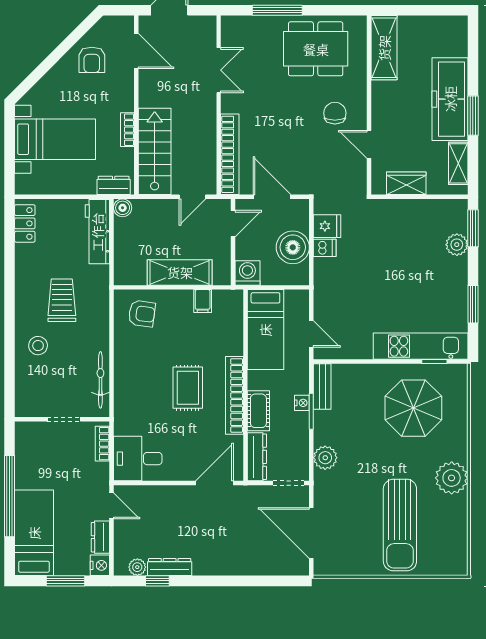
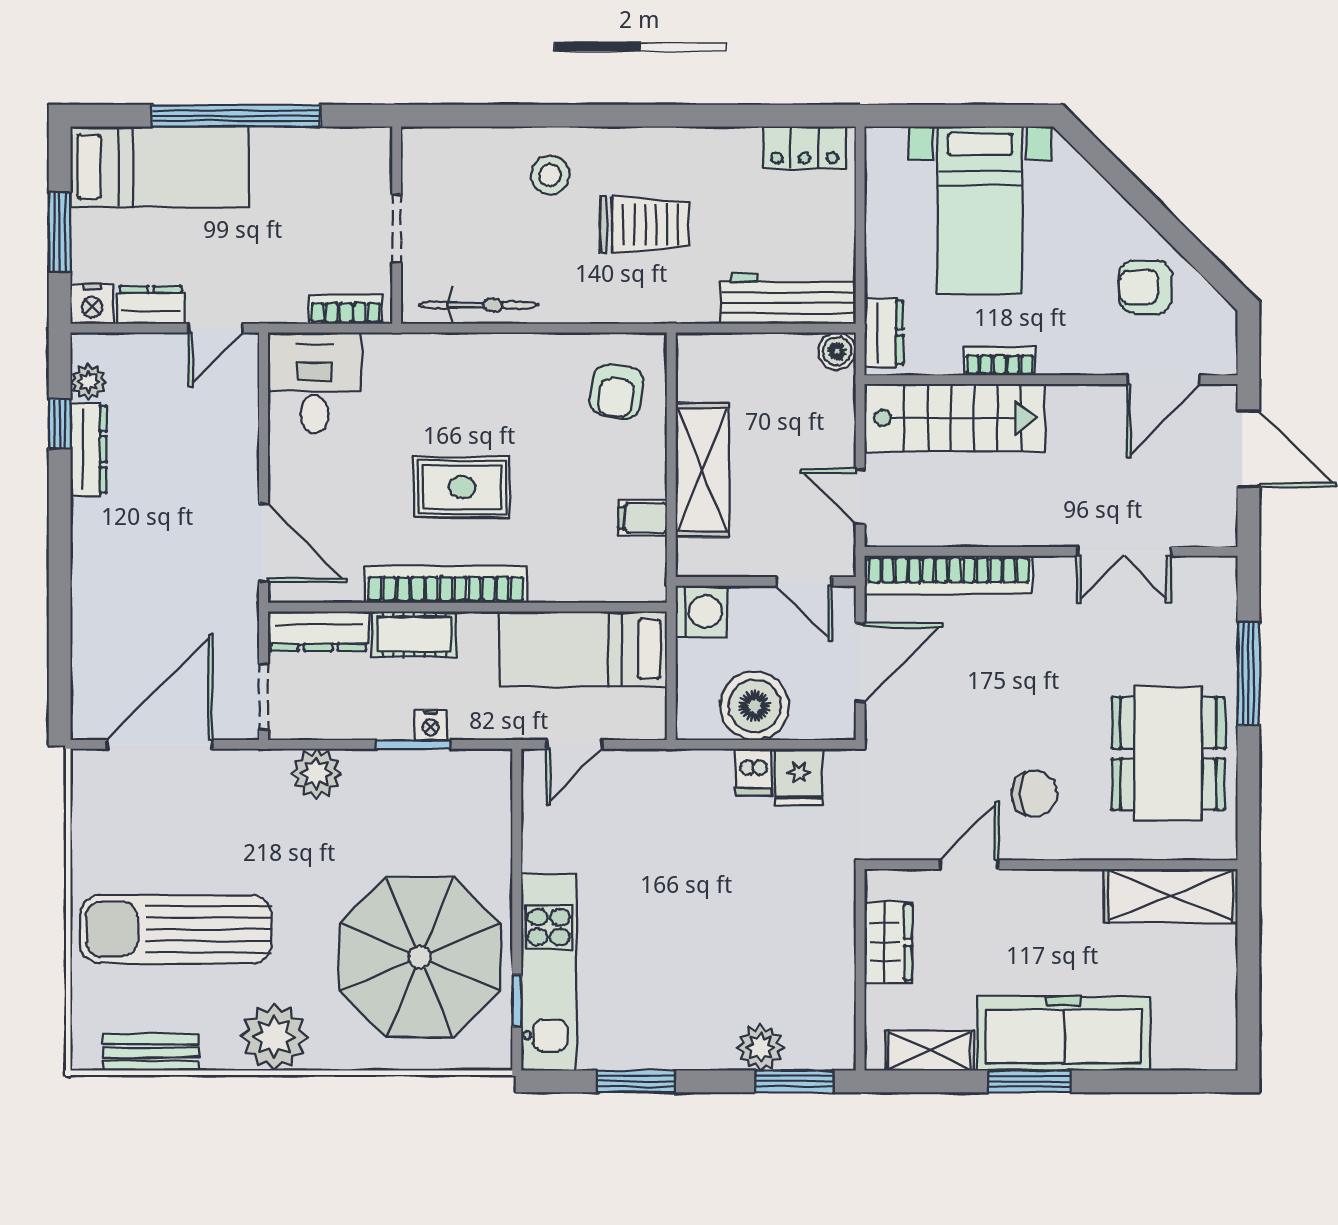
bench: (322, 387) -> (151, 1052), moved
parasol: (413, 408) -> (420, 957), width x1.36, depth x1.36

